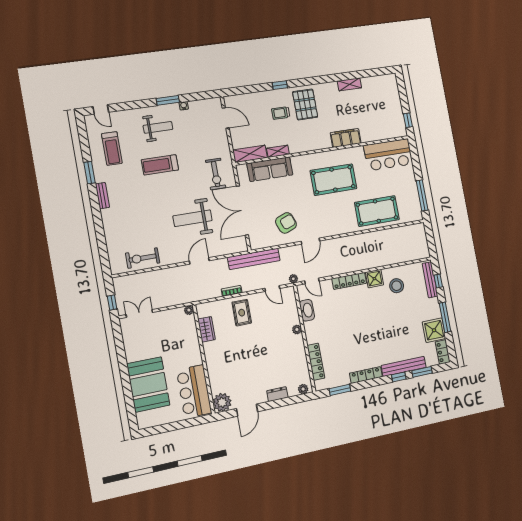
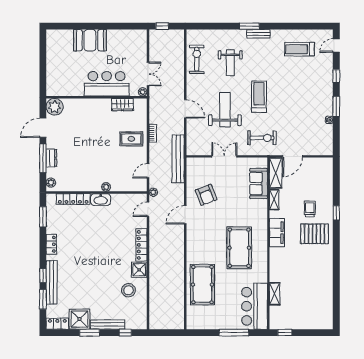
shelving: (349, 84) -> (275, 294), moved
window: (135, 105) -> (336, 76), added
door: (226, 118) -> (292, 156), moved
weight bench: (158, 127) -> (230, 63), moved
filing cabinet: (346, 138) -> (277, 233), moved
treadmill: (160, 165) -> (259, 97), moved
sofa: (270, 169) -> (259, 183), width x0.73
window: (89, 173) -> (249, 26), moved
exercise bike: (216, 174) -> (262, 138), turned 180
window: (422, 195) -> (234, 333), moved
double door: (242, 211) -> (224, 156), width x0.54
door: (310, 241) -> (185, 215), hinge flipped
bench: (430, 280) -> (108, 325), moved
washbasin: (307, 310) -> (101, 200), moved
double door: (139, 314) -> (148, 74), moved
window: (445, 317) -> (90, 333), width x0.69
locker: (366, 375) -> (51, 244), width x0.66
booth: (148, 384) -> (90, 40), width x0.73, depth x0.70
bar counter: (194, 391) -> (107, 84), moved
window: (279, 403) -> (43, 158), added
door: (247, 410) -> (43, 128), hinge flipped

